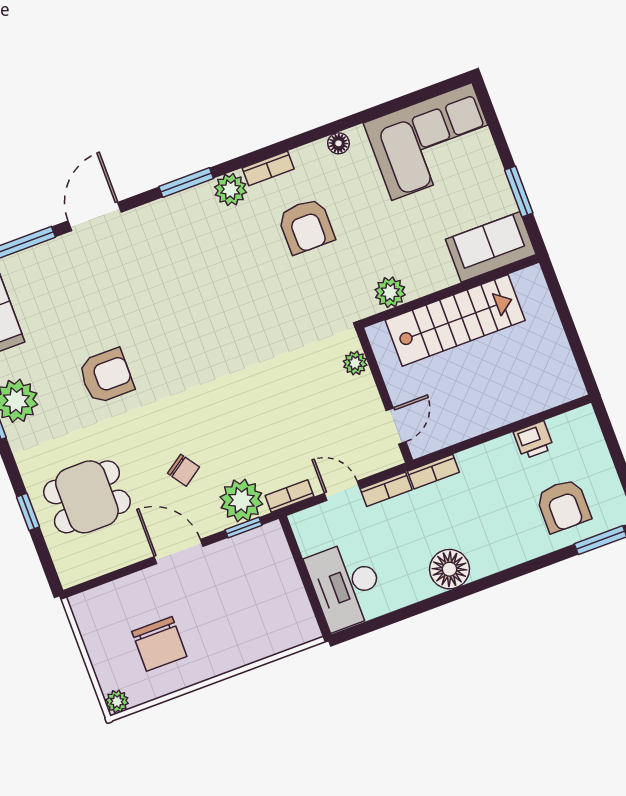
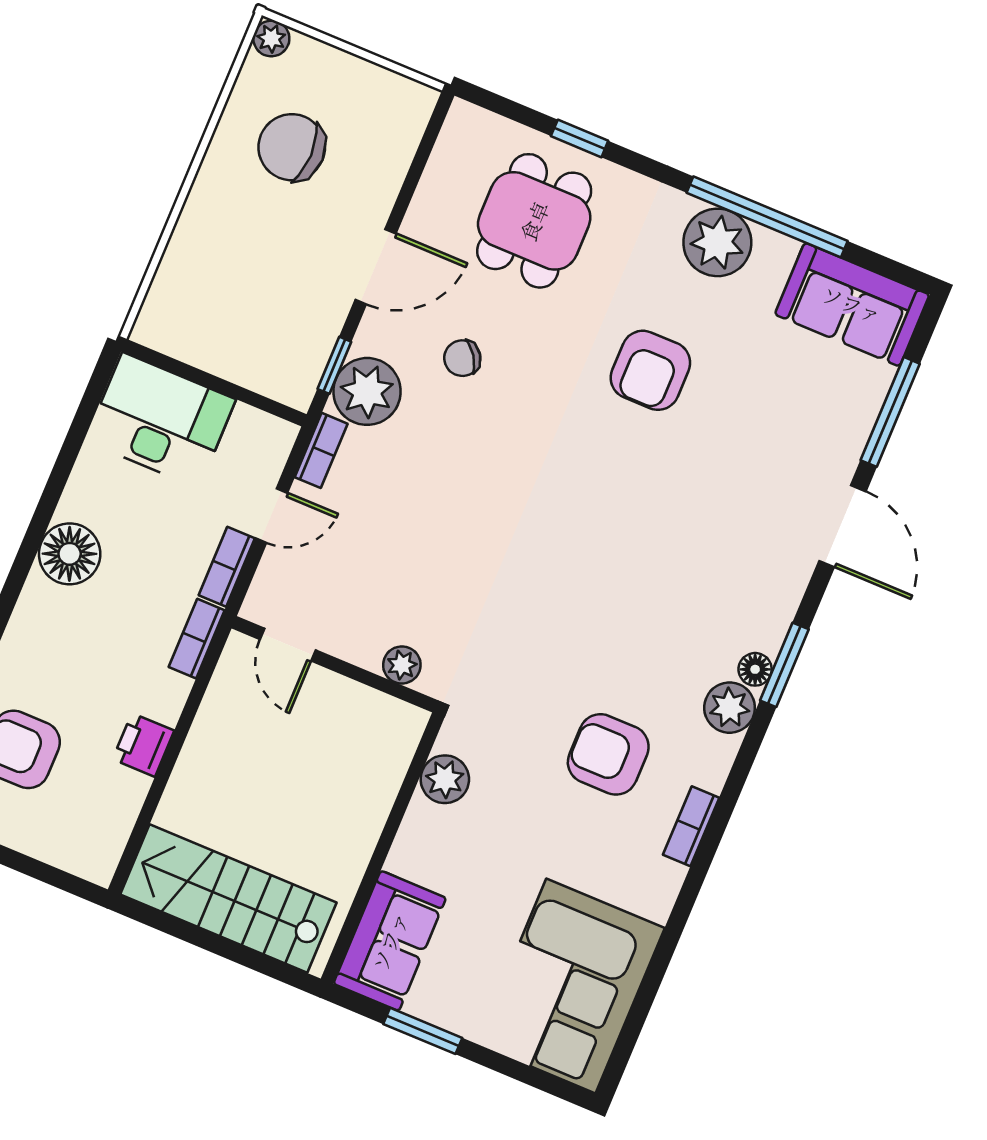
floor lamp: (338, 143) -> (755, 669), moved
bookcase: (268, 168) -> (691, 826), moved
stairs: (455, 320) -> (228, 899), moved, turned 90
printer: (533, 440) -> (143, 745), moved

